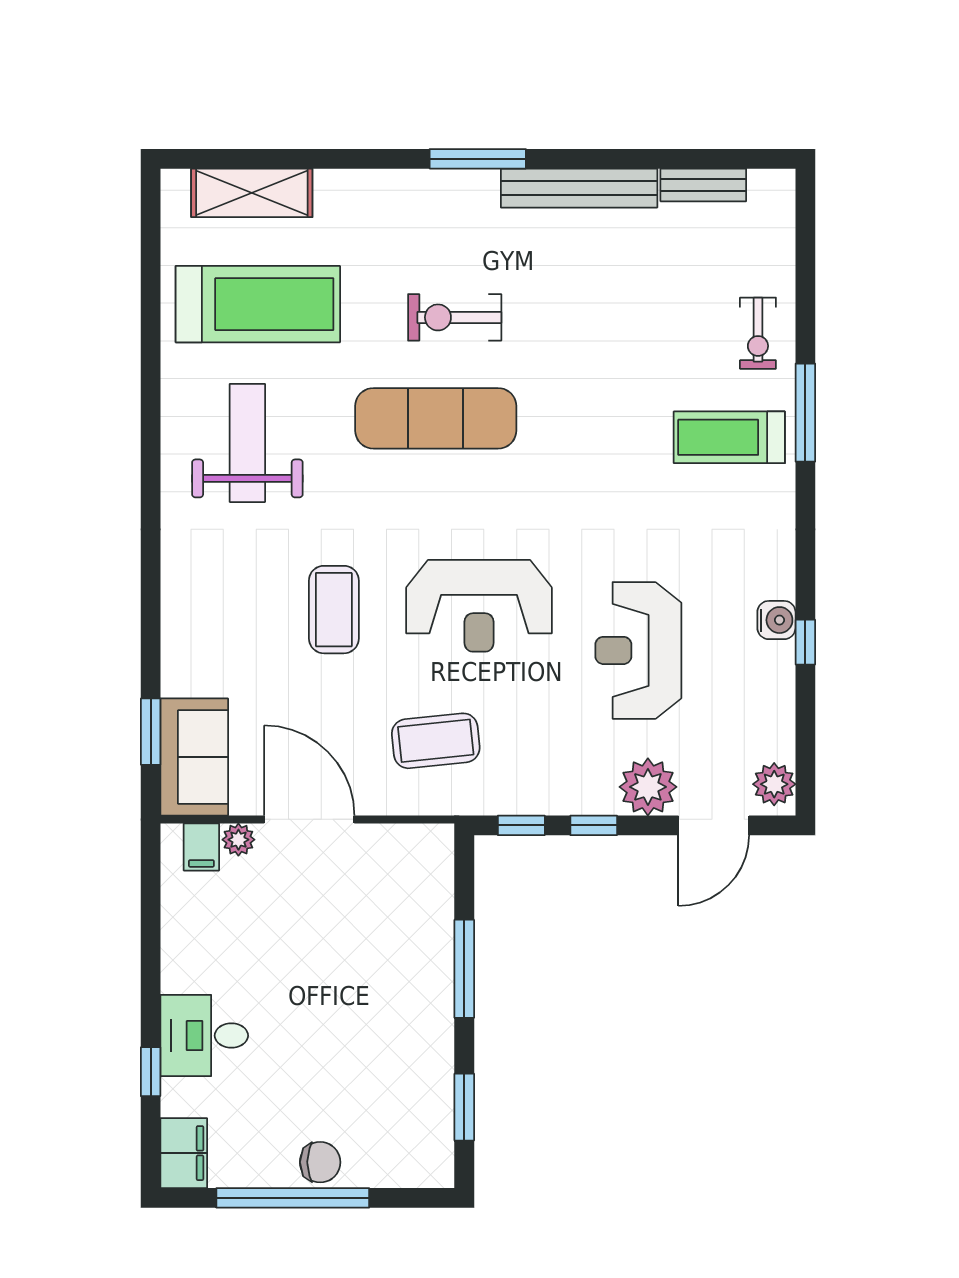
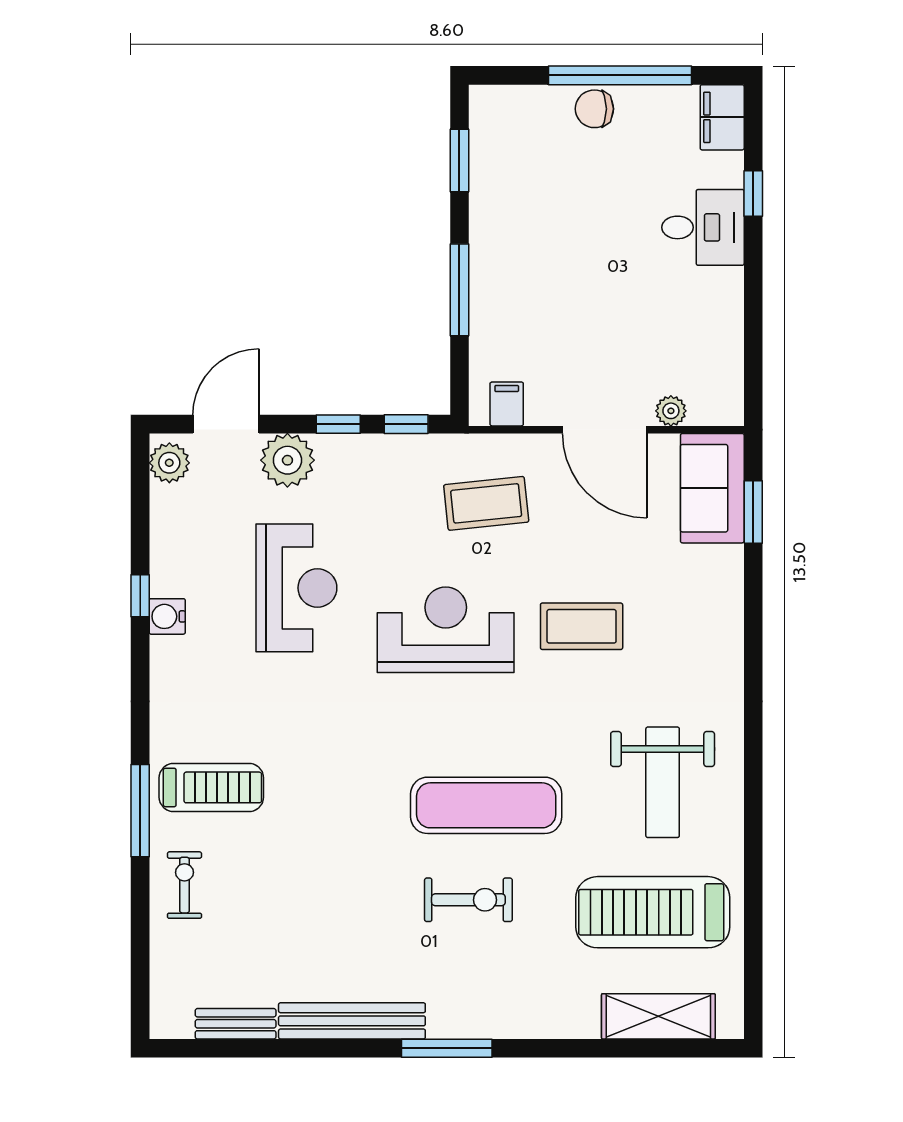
coffee table: (334, 610) -> (582, 626), turned 90
filing cabinet: (201, 847) -> (507, 404), moved

